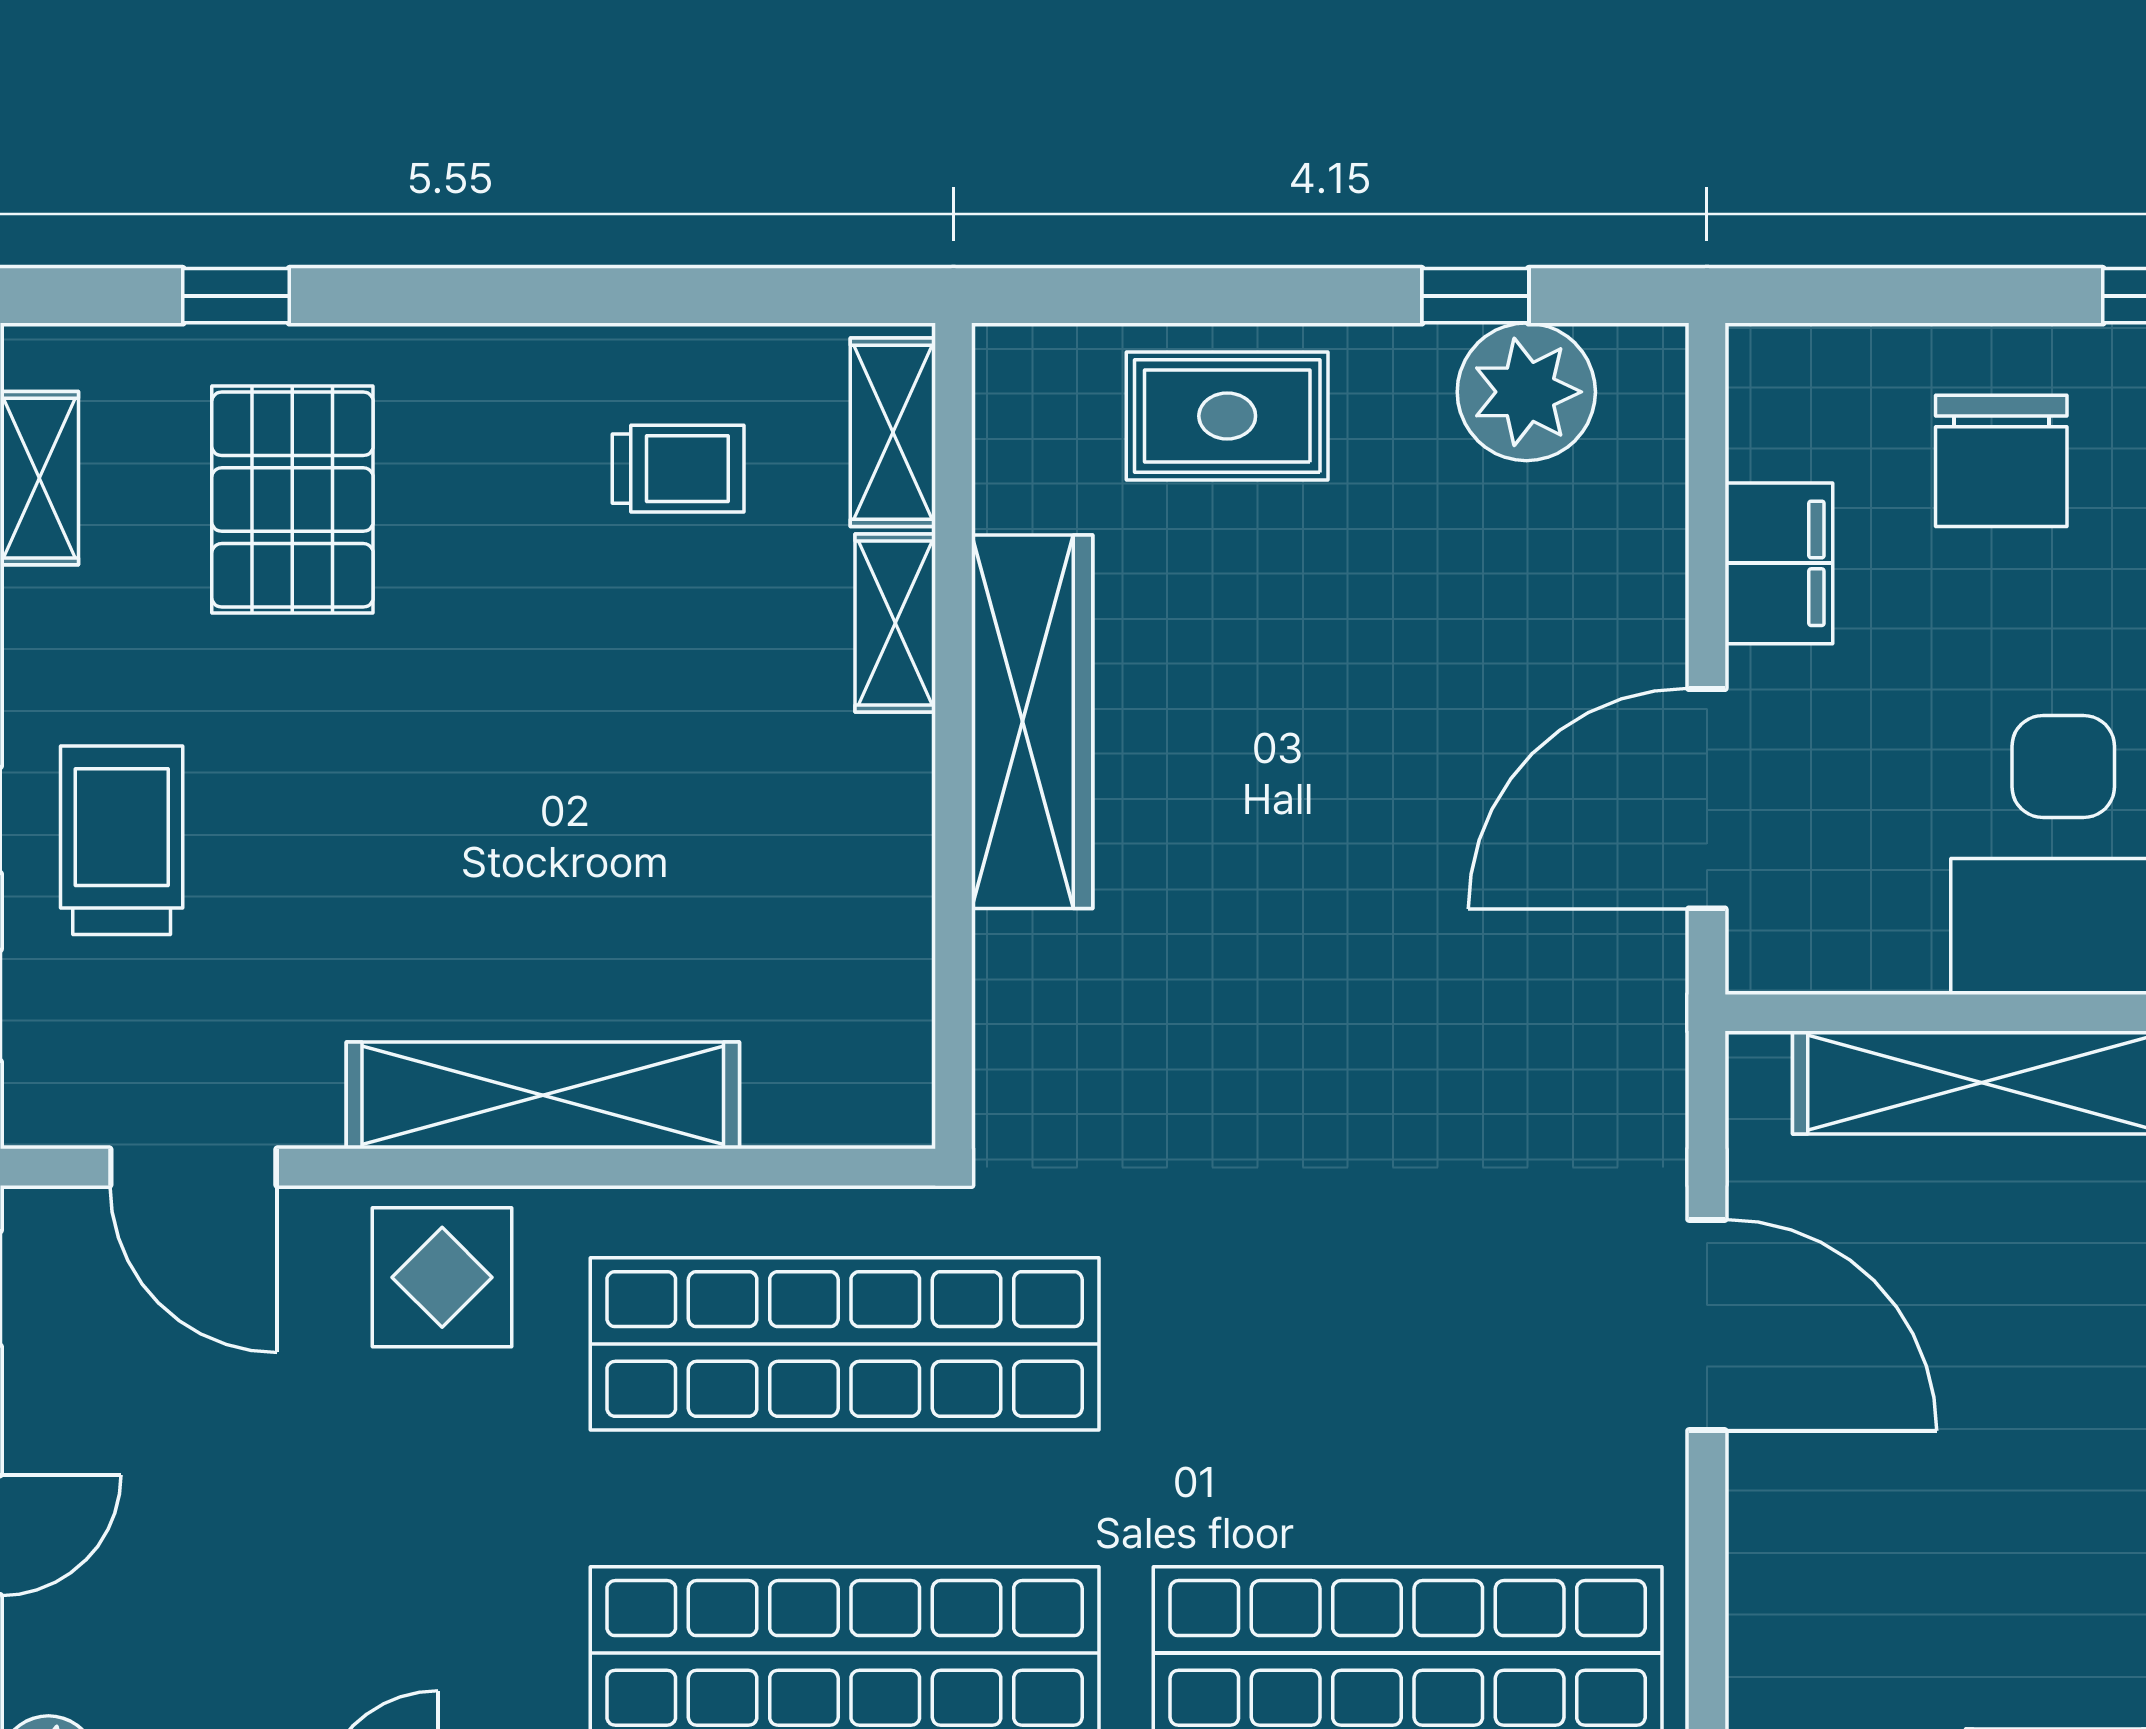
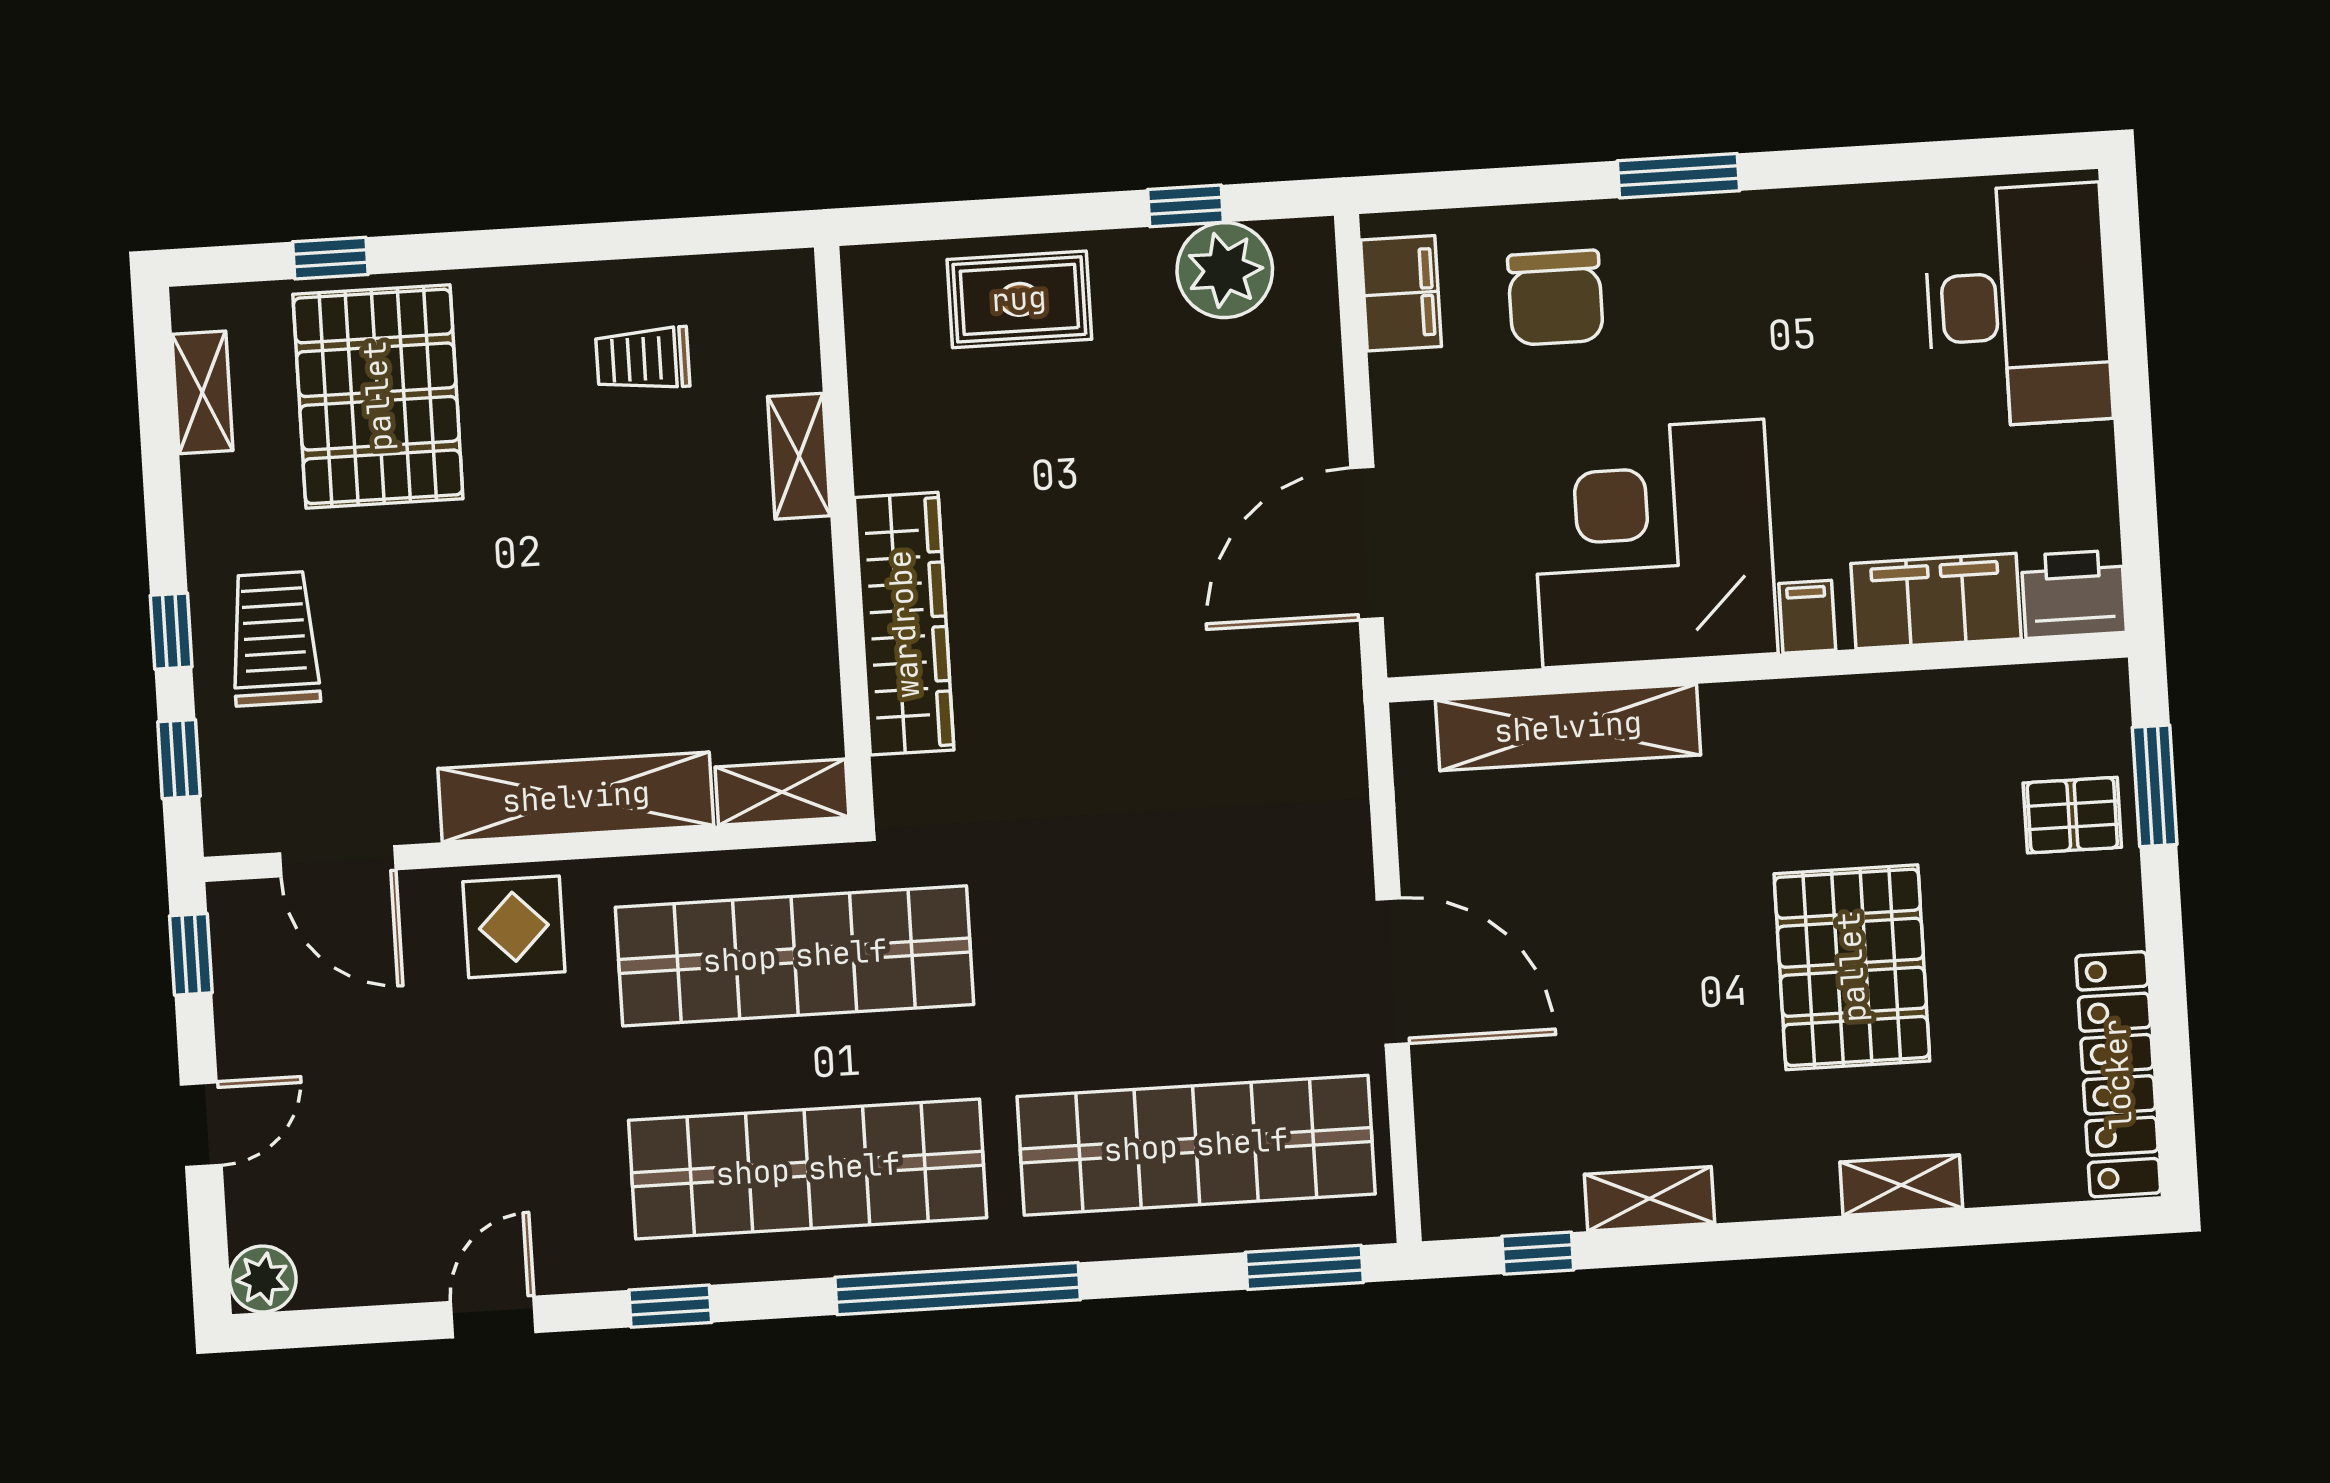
shelving: (893, 432) -> (782, 792), moved, turned 90
trolley: (678, 469) -> (643, 359), turned 180
pallet: (292, 500) -> (378, 396), width x1.37, depth x1.41
filing cabinet: (1779, 563) -> (1401, 293), moved
wardrobe: (1032, 722) -> (904, 624), moved
door: (1707, 1325) -> (1393, 971), moved

